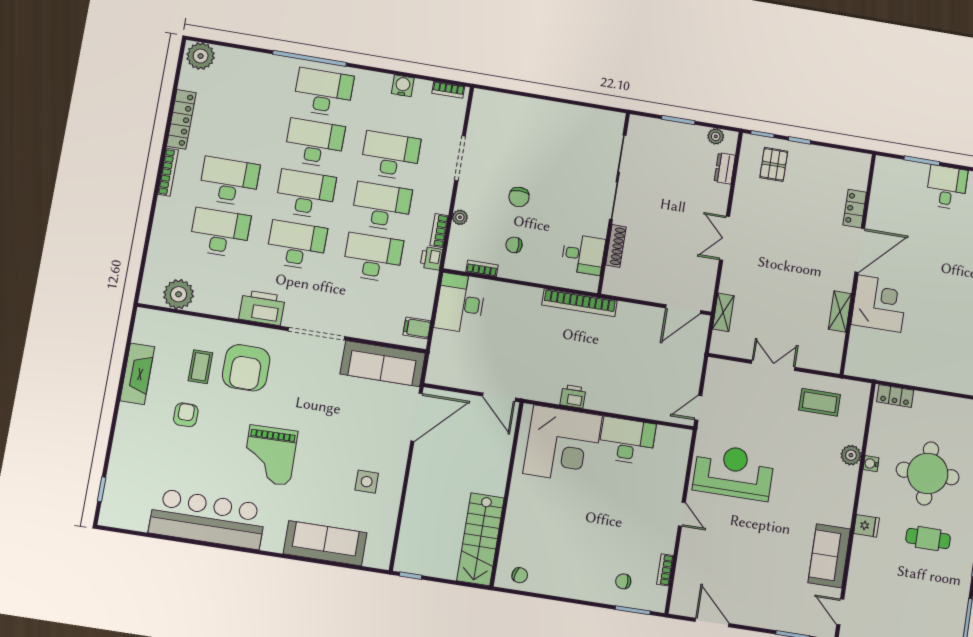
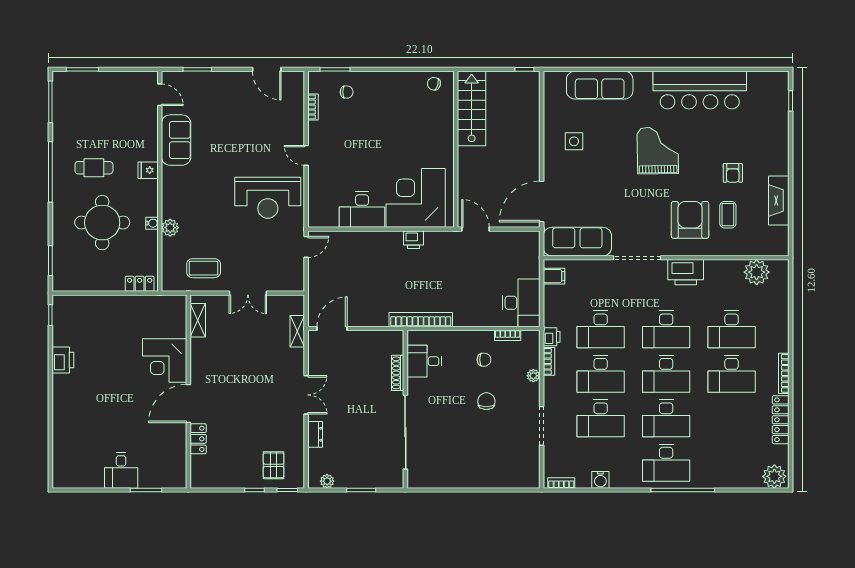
dresser: (725, 168) -> (315, 434), moved
shelving: (840, 312) -> (198, 320), moved

